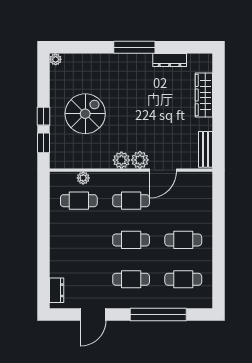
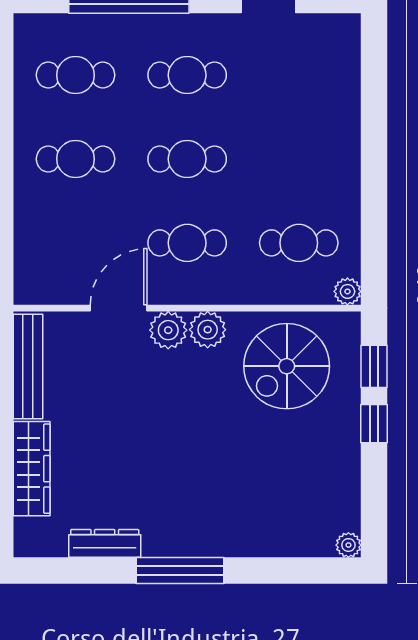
spiral stairs: (85, 114) -> (287, 366), moved
bench: (206, 149) -> (28, 366), width x1.36
plant: (83, 178) -> (347, 291), moved
dresser: (57, 290) -> (346, 51), removed

